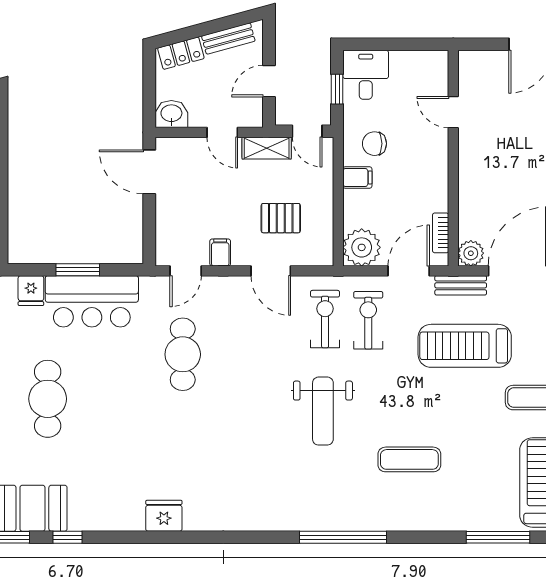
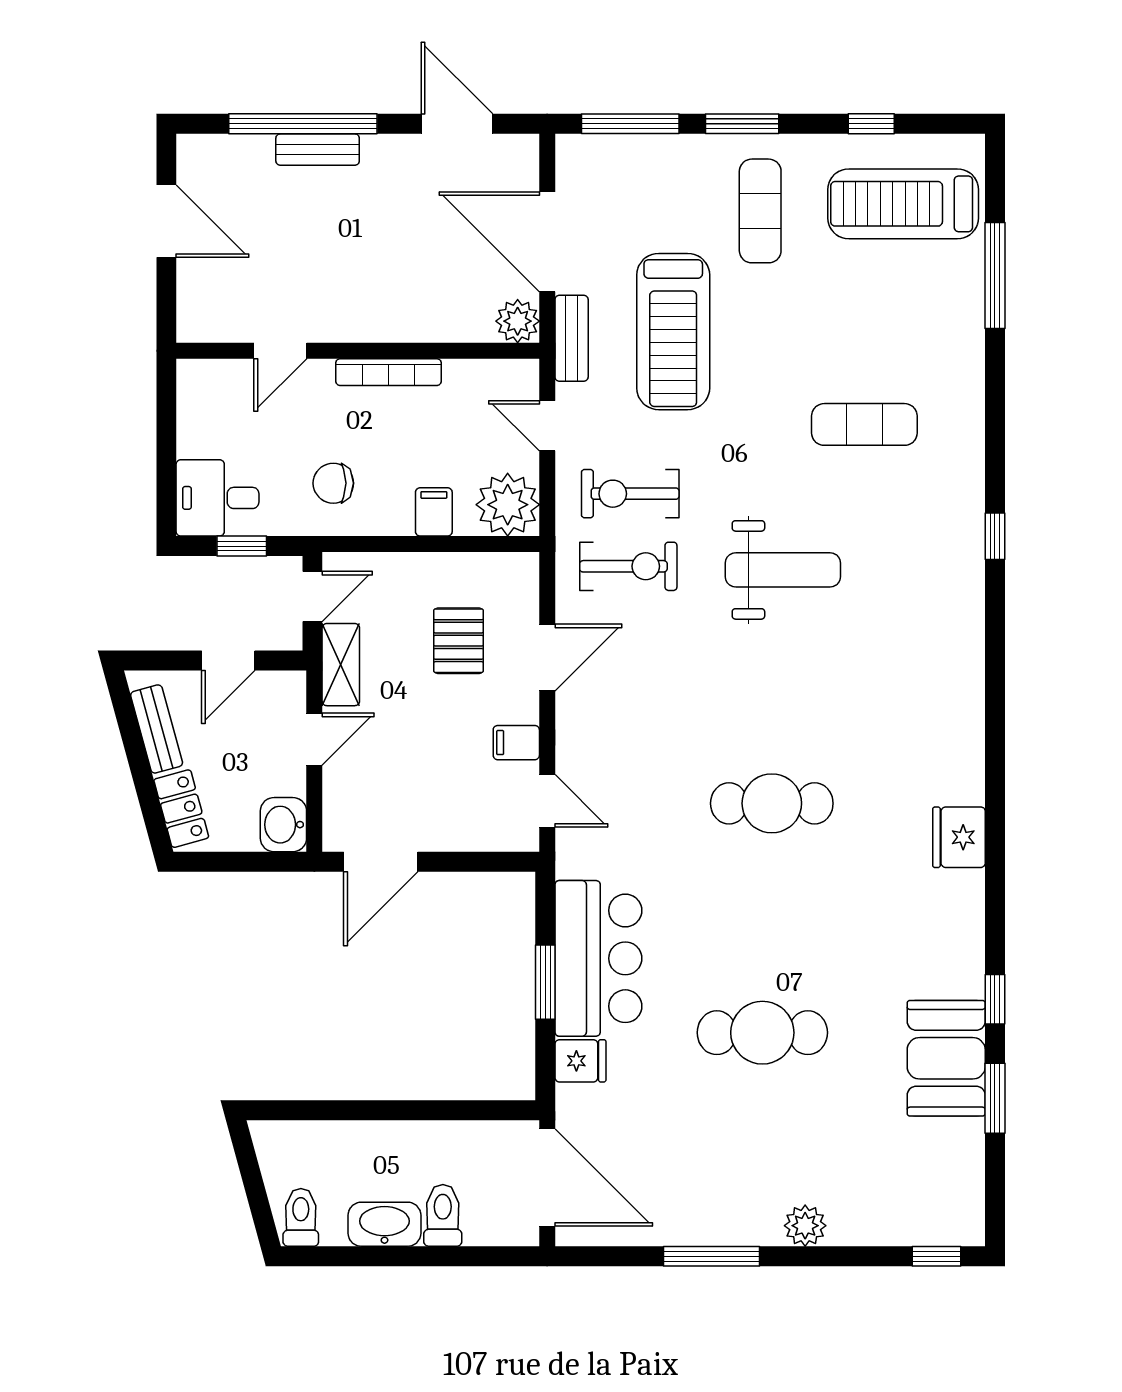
door: (269, 81) -> (228, 660), hinge flipped
chair: (374, 144) -> (333, 483), turned 90
filing cabinet: (357, 177) -> (434, 512), moved
bookcase: (441, 233) -> (388, 372), moved, width x1.56
door: (409, 271) -> (547, 426), width x0.73
exercise bike: (325, 319) -> (628, 566), turned 180
cafe table: (183, 354) -> (772, 803), moved
exercise mat: (409, 459) -> (864, 424), turned 90
window: (343, 537) -> (995, 536), width x0.32

